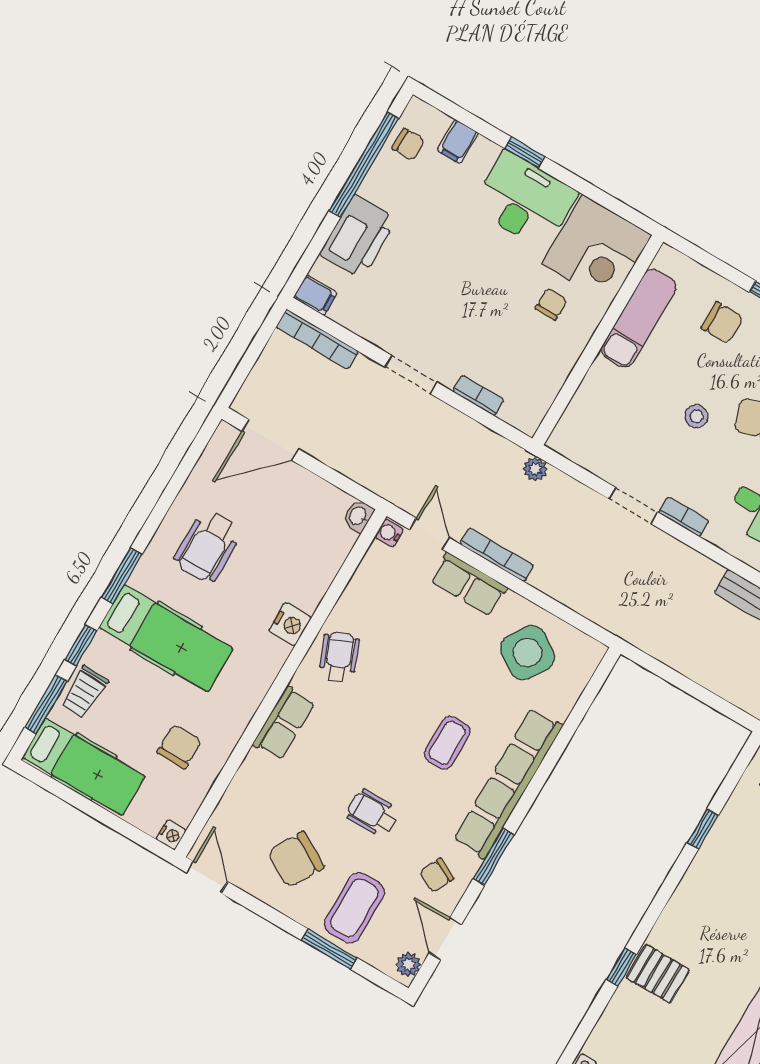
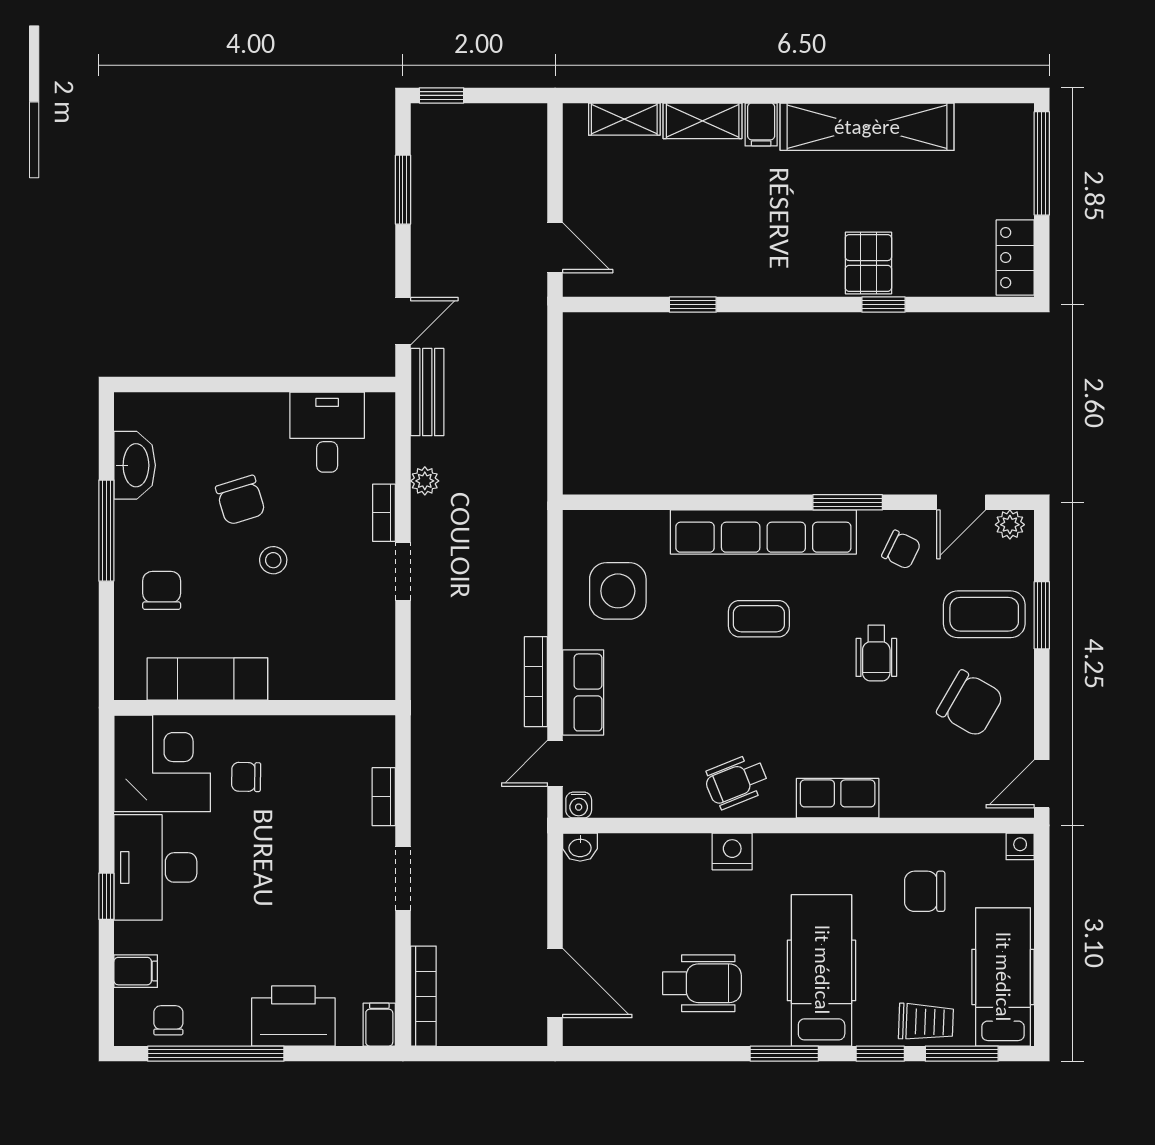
plant: (535, 469) -> (425, 481), moved
side table: (527, 653) -> (618, 591), turned -32

